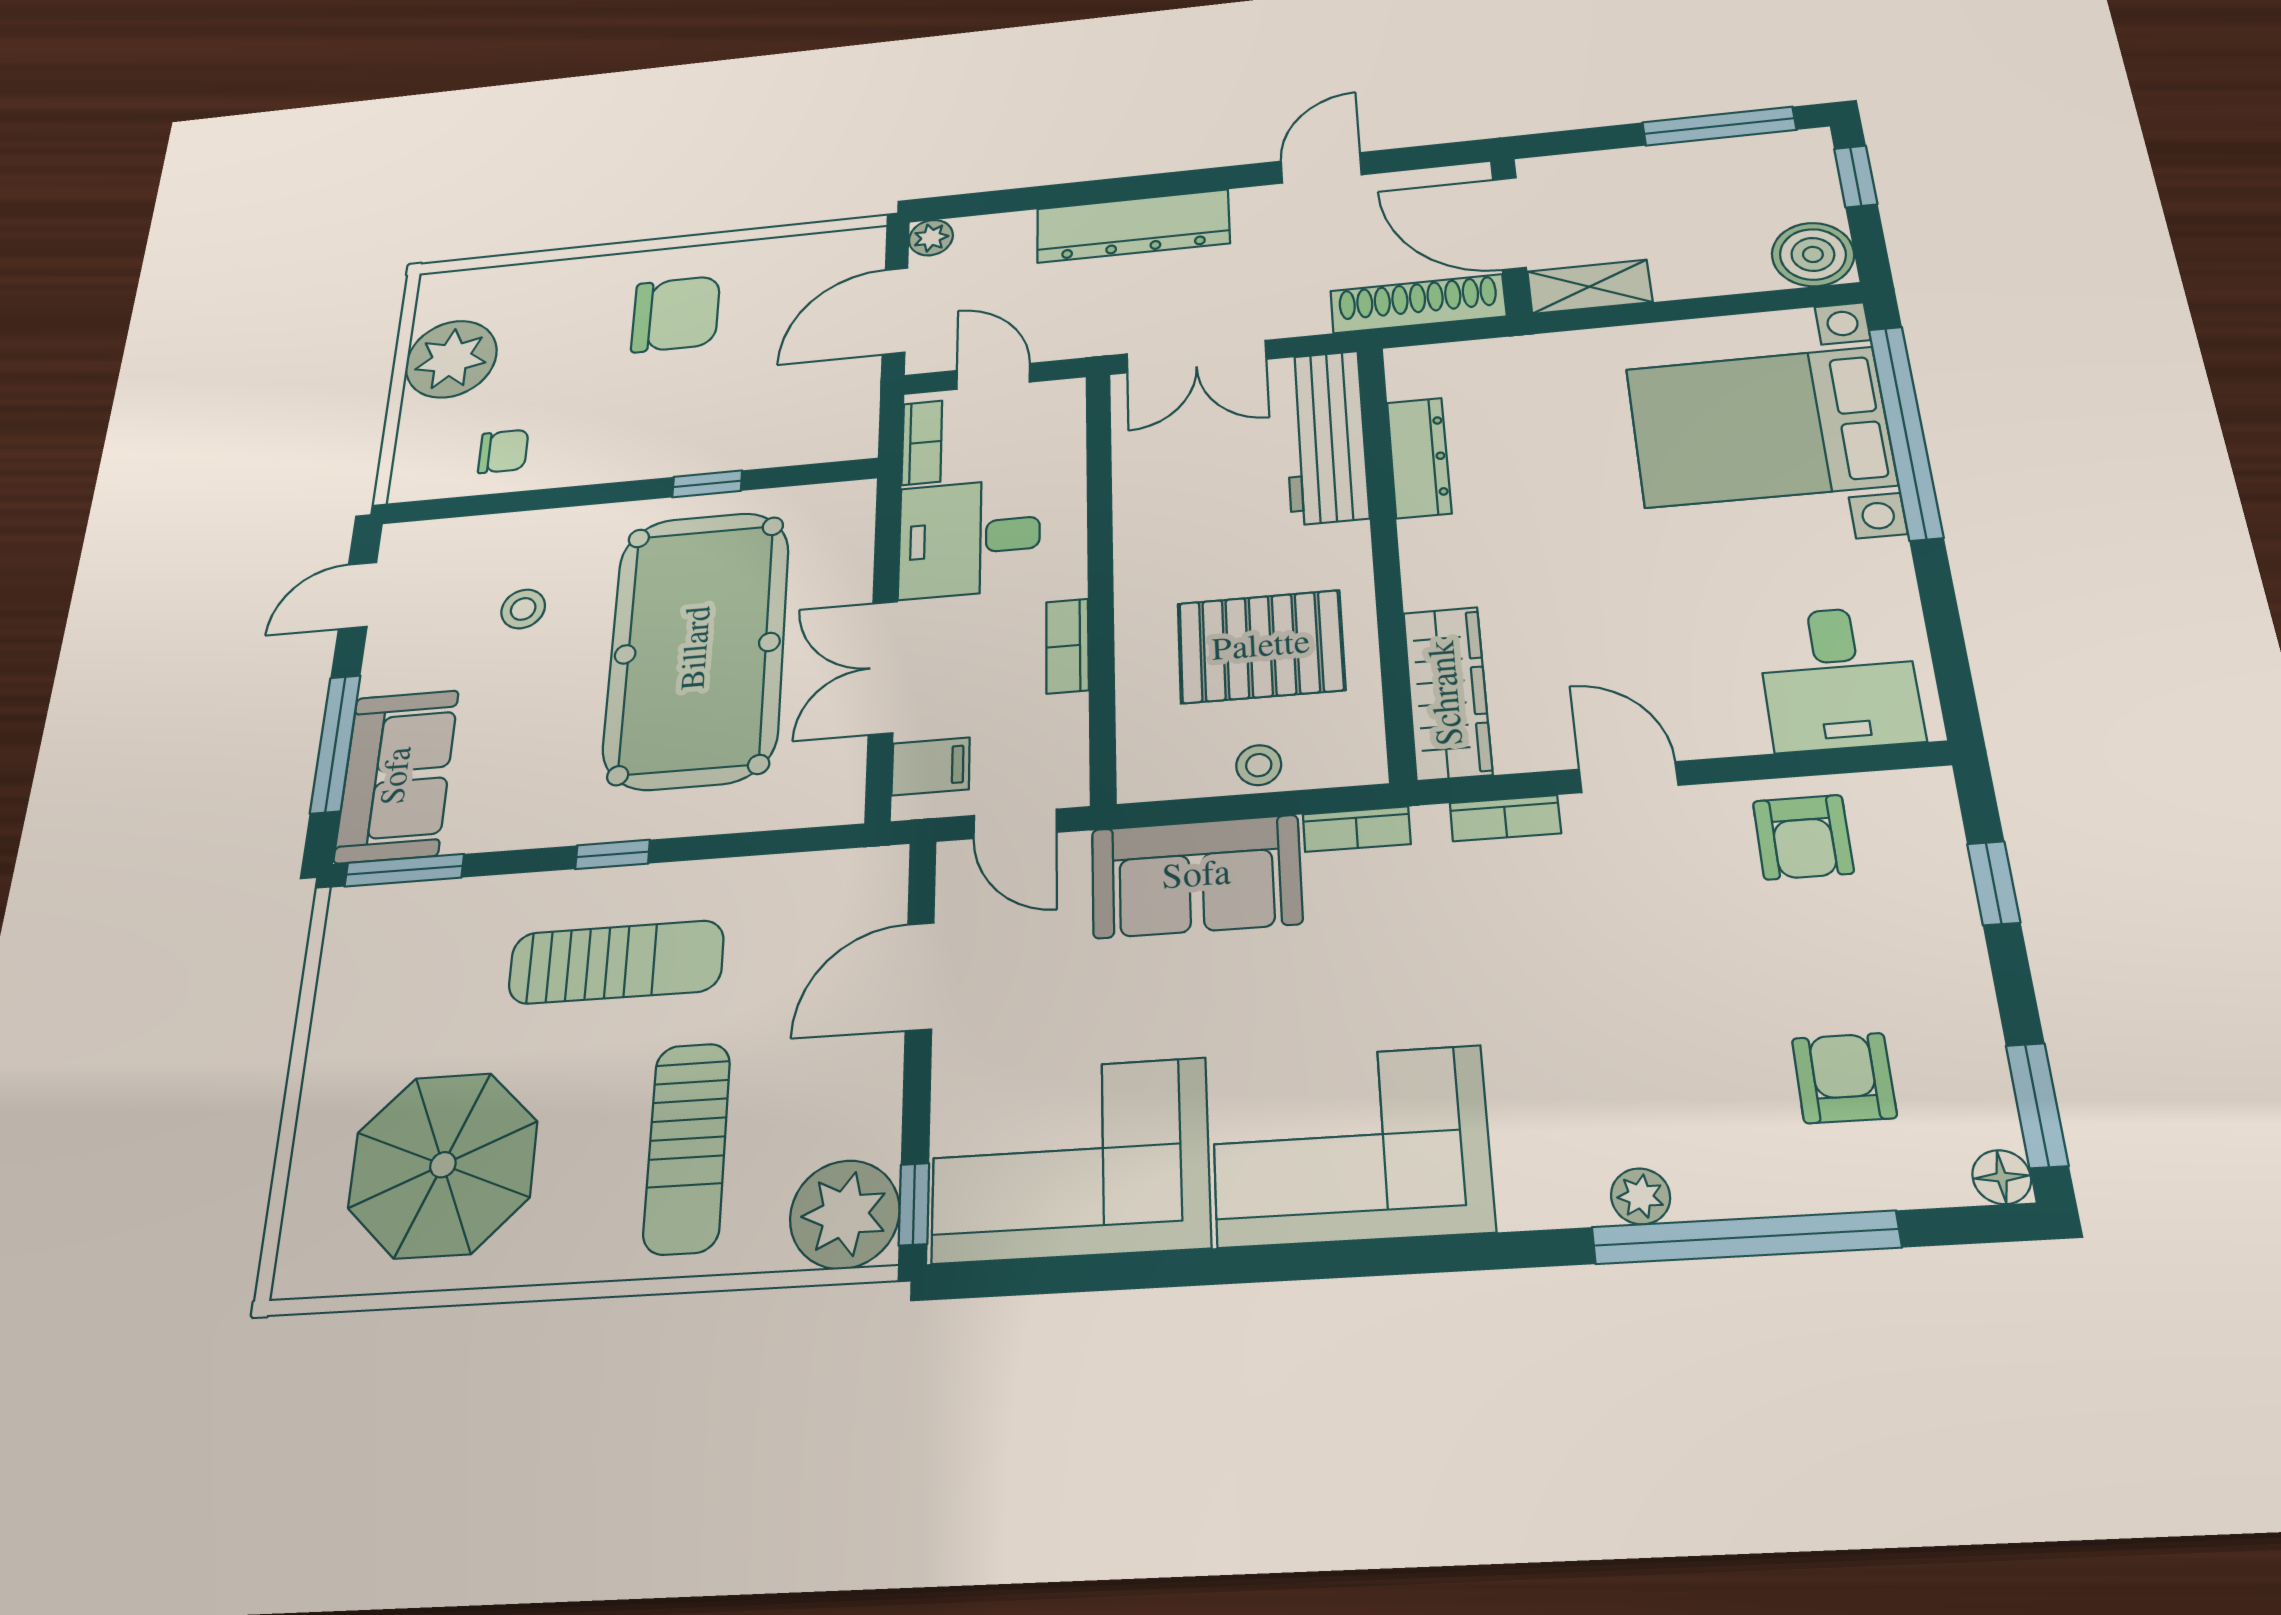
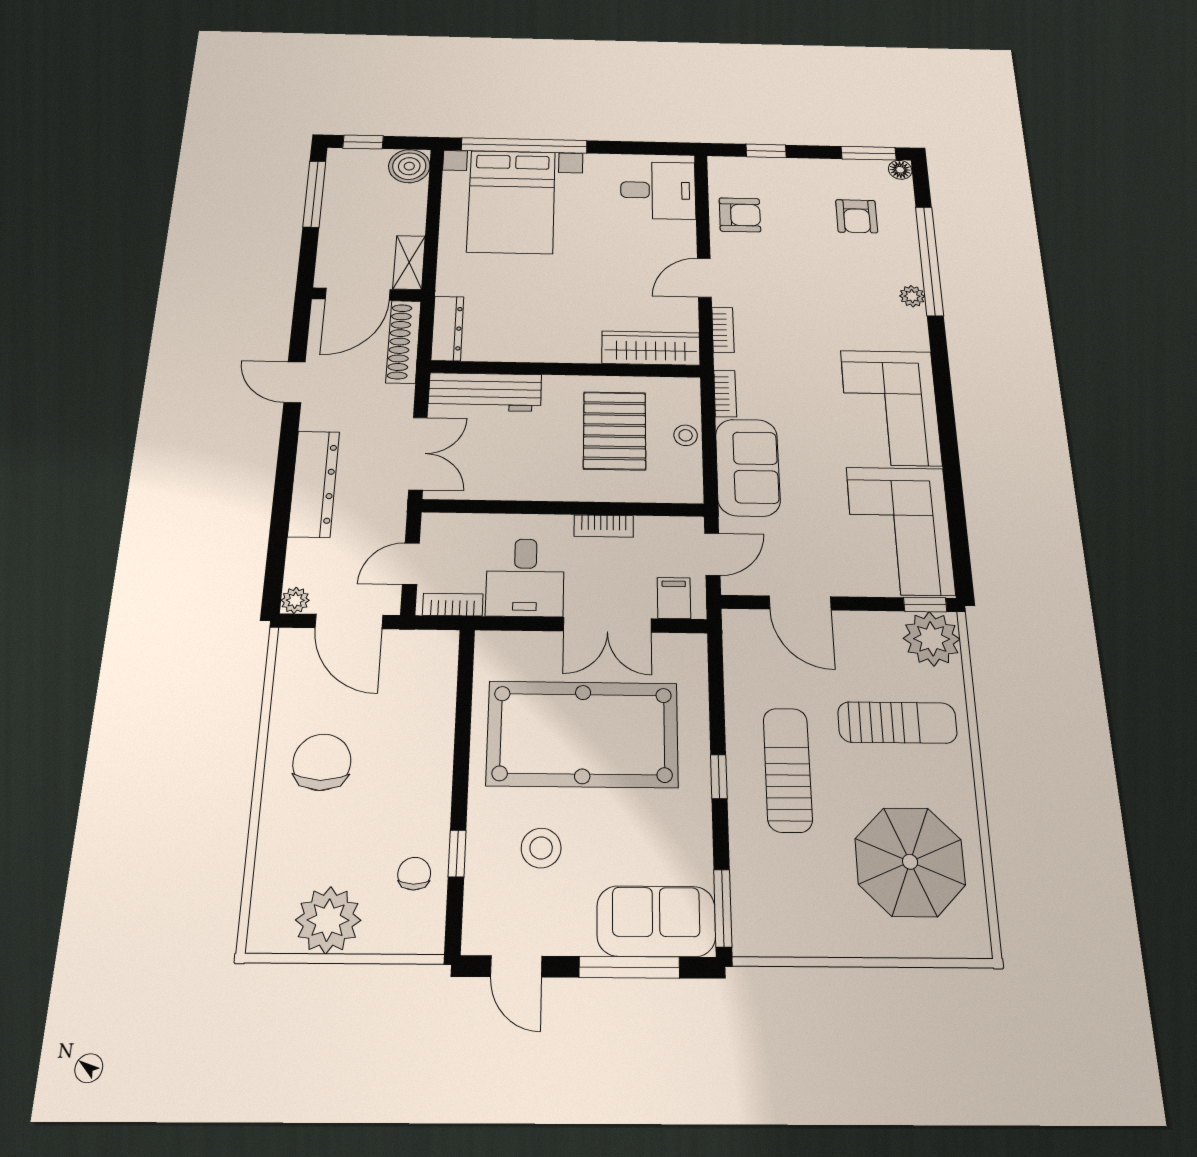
dresser: (1419, 458) -> (447, 328), moved, turned 90
window: (707, 484) -> (457, 853), moved
stool: (523, 609) -> (541, 848), width x1.37, depth x1.37
armchair: (1844, 1078) -> (857, 216), turned -90

